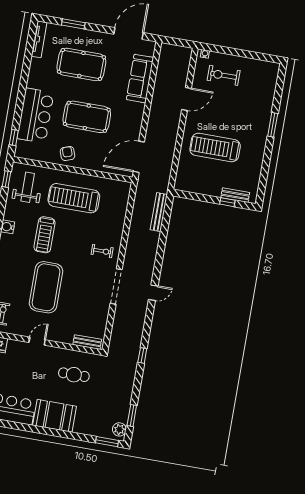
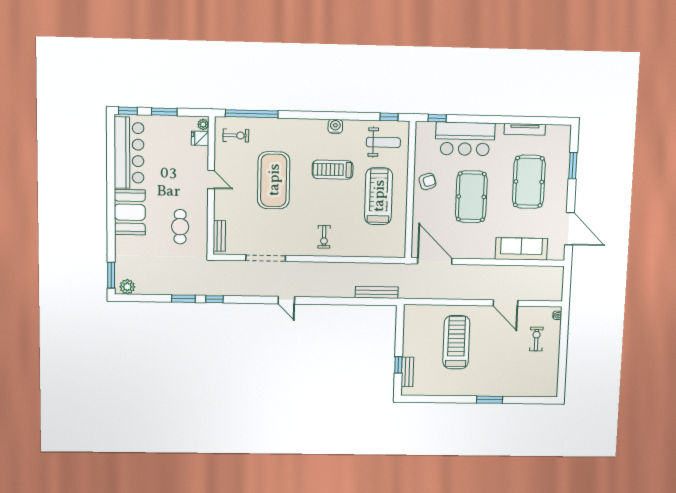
tv unit: (39, 39) -> (525, 129), moved
exercise bike: (224, 75) -> (536, 339), width x0.73, depth x0.72
doorway: (116, 286) -> (266, 258), moved
exercise mat: (46, 287) -> (274, 180), turned 90
window: (132, 415) -> (183, 299), moved

